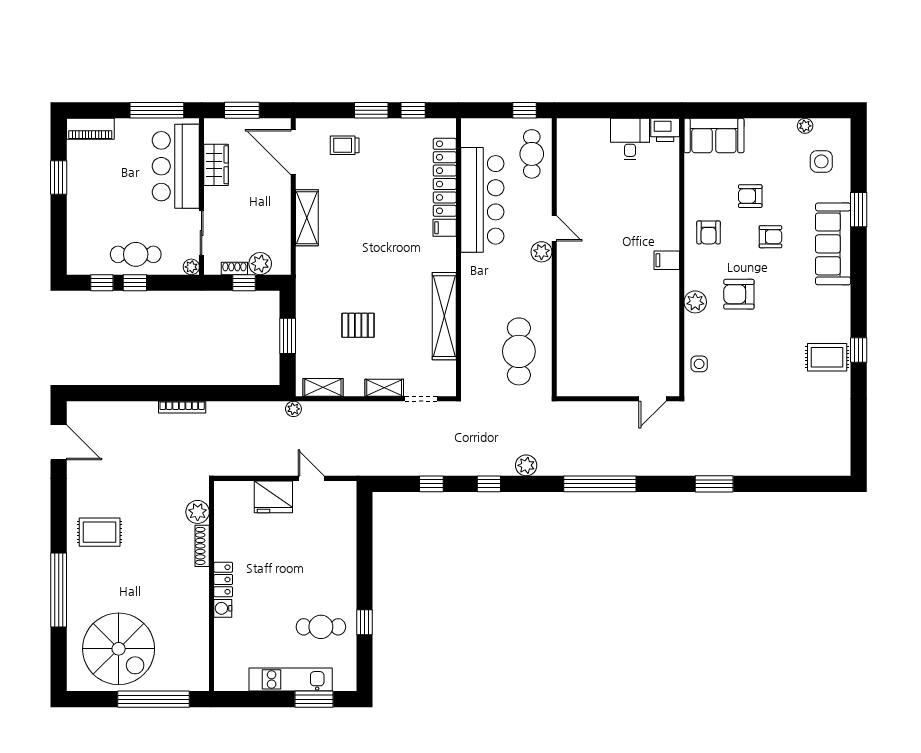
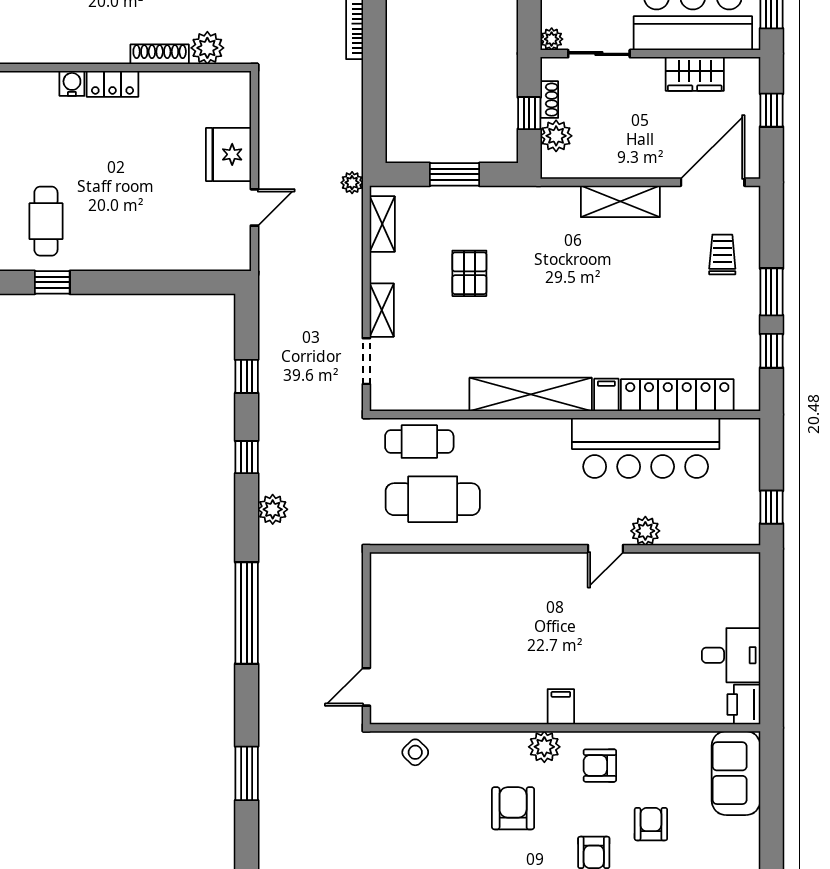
window: (242, 110) -> (771, 110), width x0.67
cafe table: (532, 154) -> (419, 442), moved
plant: (541, 252) -> (645, 531), moved
plant: (695, 302) -> (544, 747), moved
shelving: (444, 316) -> (531, 394), moved
side table: (699, 364) -> (415, 752), turned 45
door: (653, 399) -> (366, 687), hinge flipped

